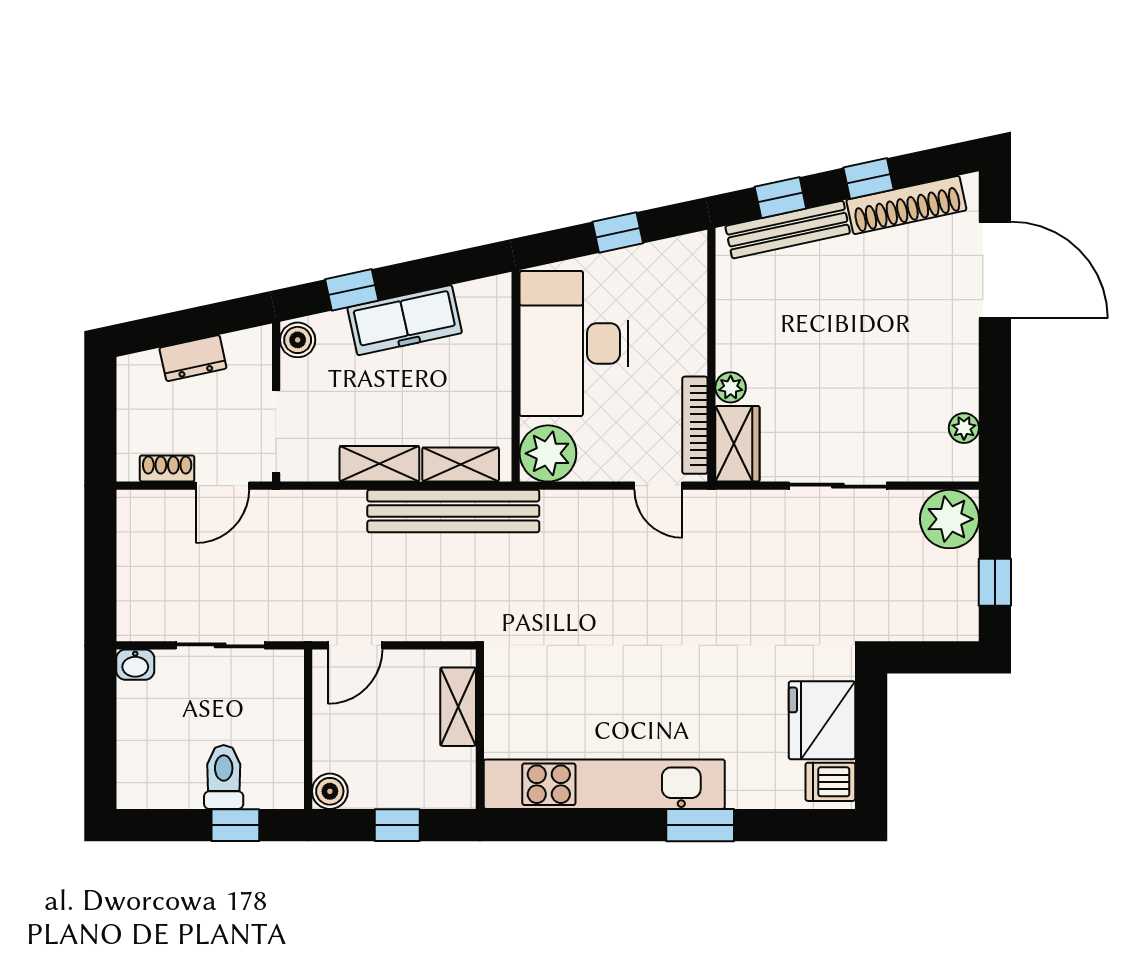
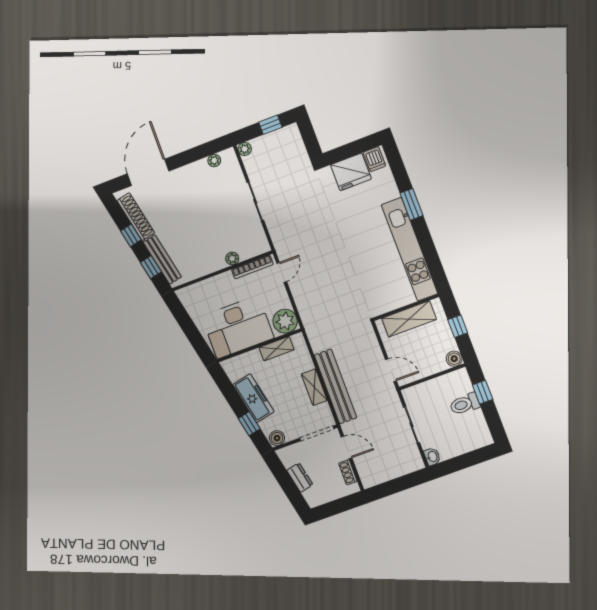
window: (618, 233) -> (188, 326), removed
wardrobe: (737, 444) -> (253, 247), removed
shelving: (461, 464) -> (276, 349), moved, turned 90
bench: (453, 511) -> (335, 386), moved
plant: (950, 519) -> (245, 149), width x0.53, depth x0.53
shelving: (458, 707) -> (409, 319), width x1.50, depth x1.33

